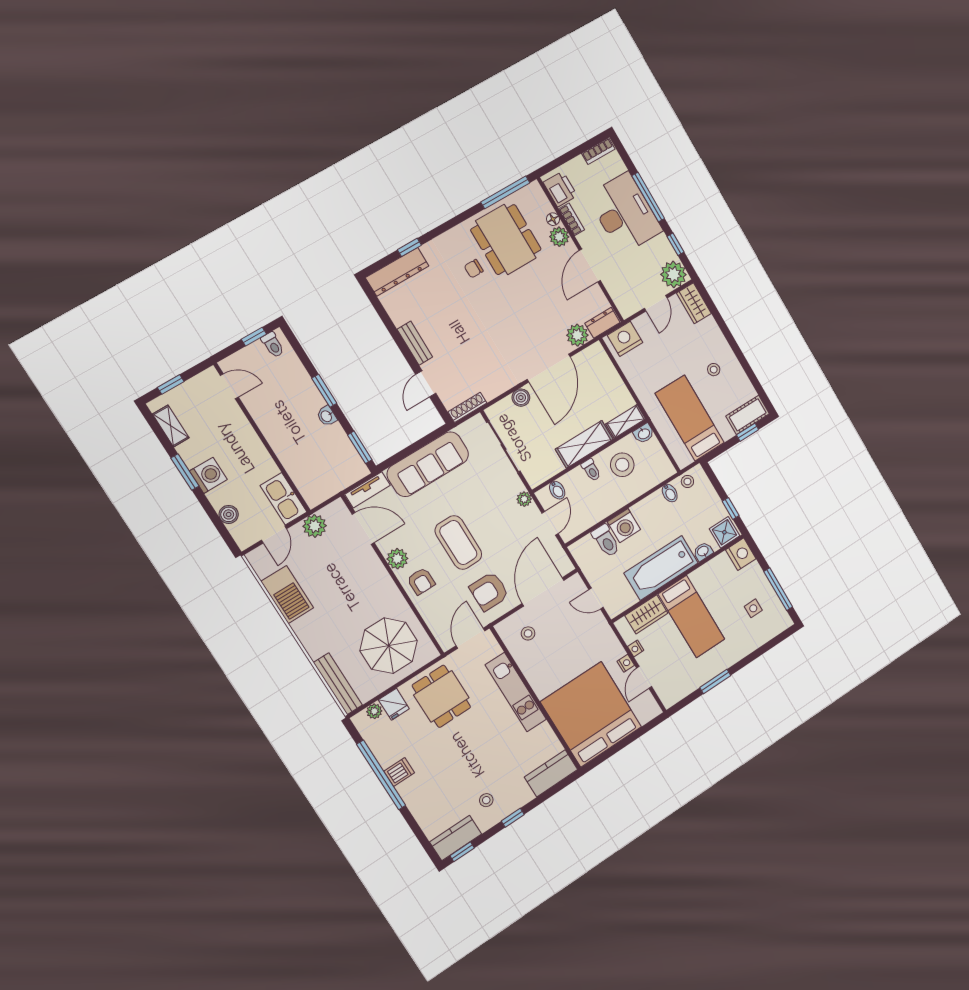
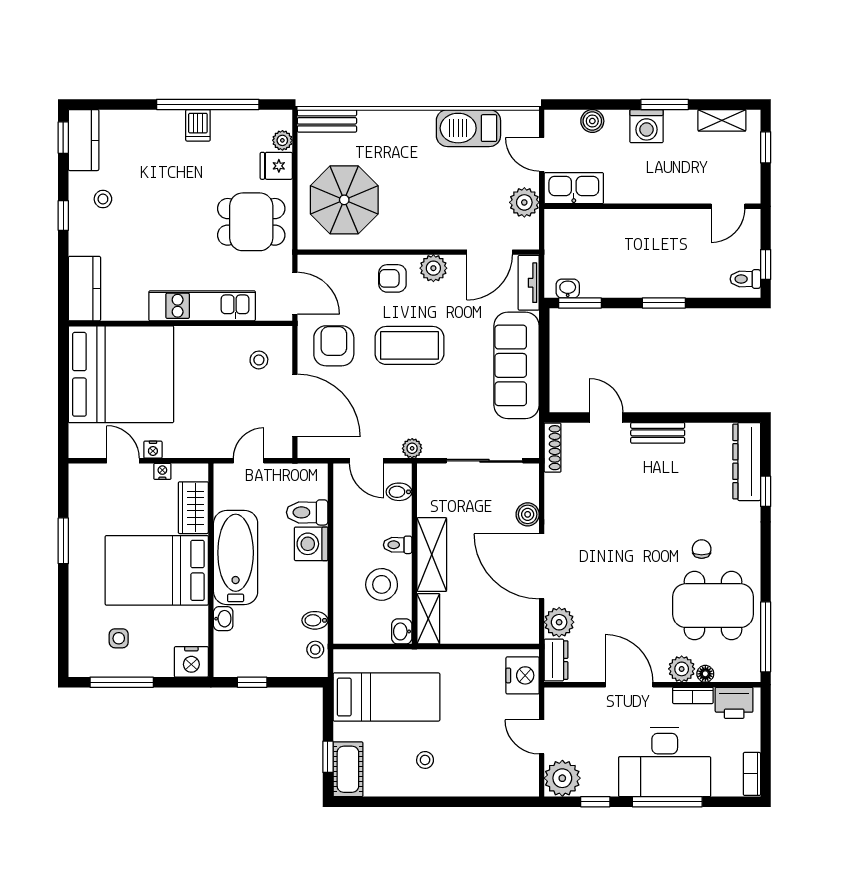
wardrobe: (694, 303) -> (515, 783), removed
washbasin: (327, 416) -> (568, 289), moved
shower: (724, 532) -> (229, 658), removed
bed: (691, 617) -> (157, 570), width x1.50
bench: (338, 684) -> (327, 121), width x0.73

